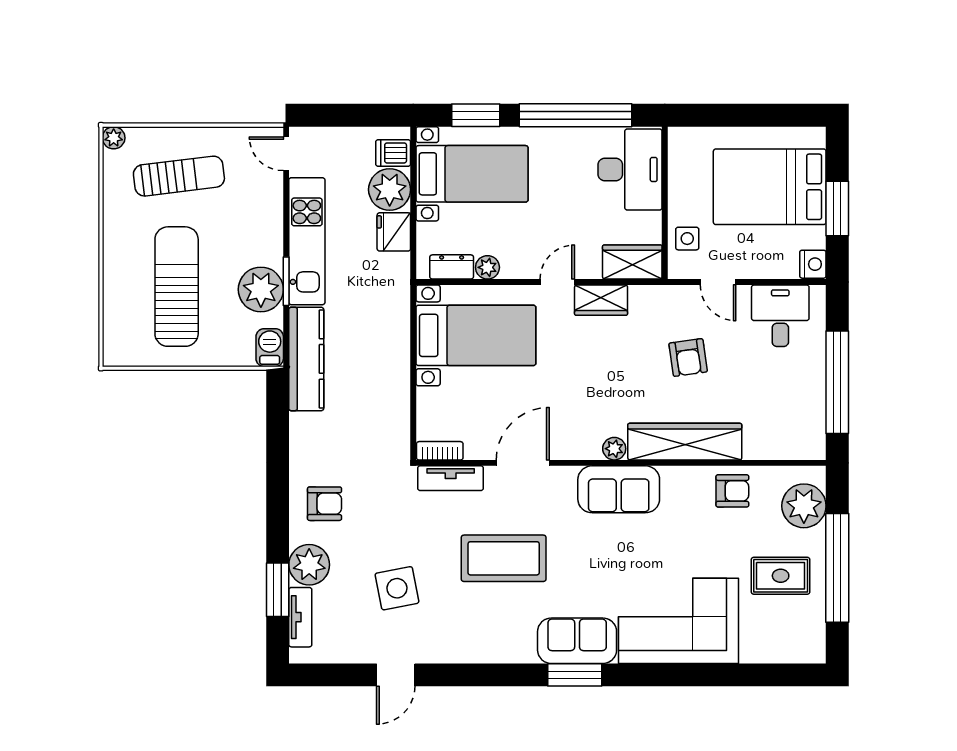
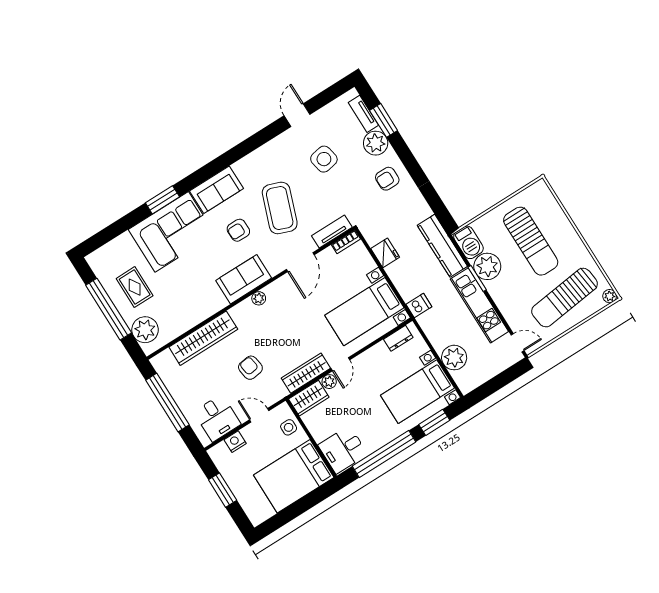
dishwasher: (393, 153) -> (419, 305), moved
desk: (630, 169) -> (343, 450), width x0.73
sun lounger: (179, 176) -> (565, 298), width x1.36, depth x1.34
bed: (770, 187) -> (294, 476), moved, turned 180
fridge: (394, 232) -> (385, 253), moved
nightstand: (813, 264) -> (235, 442), moved, turned 90
plant: (487, 267) -> (329, 382), moved
wardrobe: (601, 300) -> (306, 373), width x1.50
barbecue: (270, 348) -> (468, 242), width x1.38, depth x1.27
wardrobe: (685, 442) -> (203, 338), moved
armchair: (732, 491) -> (238, 230), moved
coffee table: (504, 558) -> (280, 208), turned -70
rug: (781, 576) -> (135, 287), turned 90
window: (575, 675) -> (162, 200), moved

